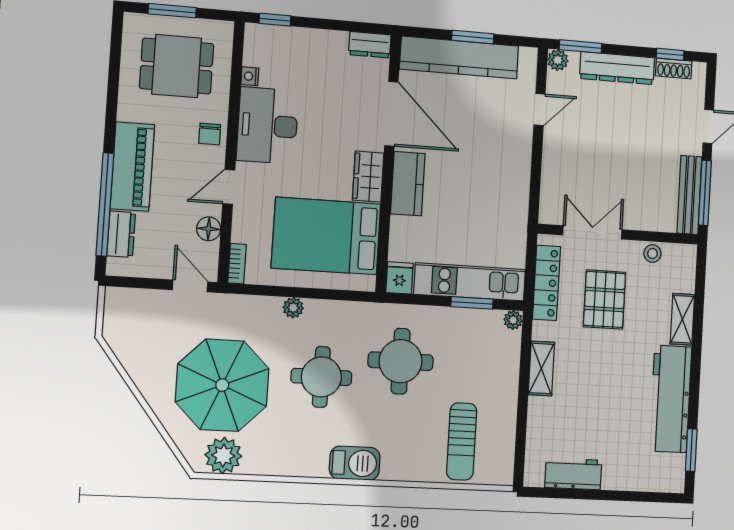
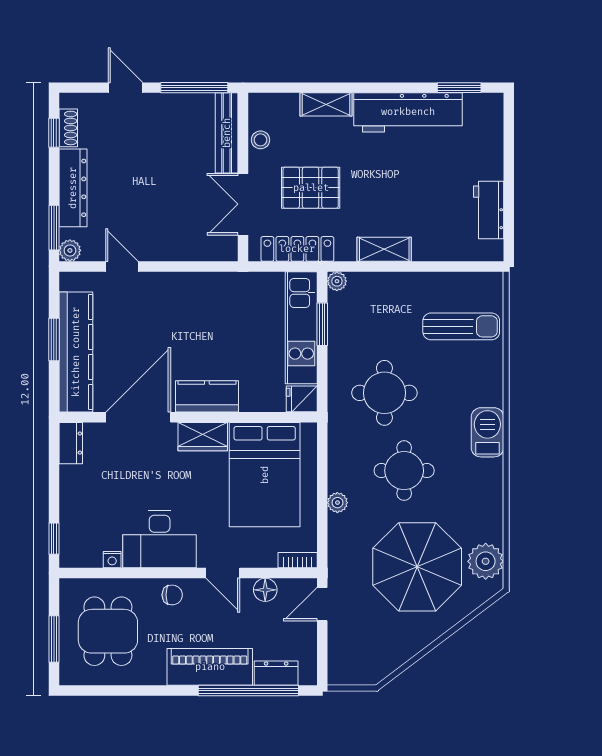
bench: (689, 195) -> (227, 133), moved, turned 90

